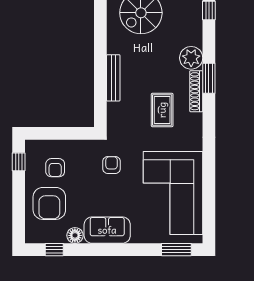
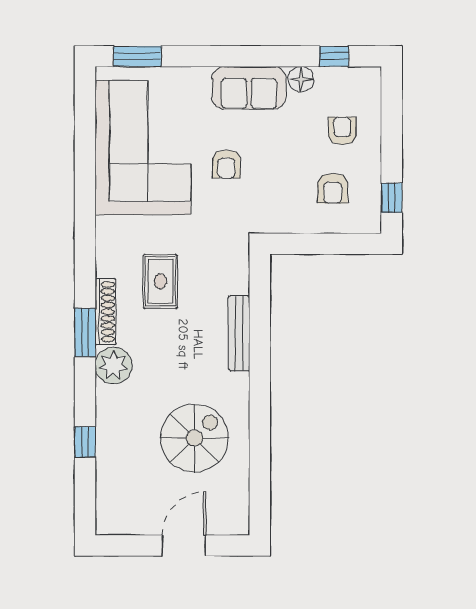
armchair: (112, 165) -> (226, 164), moved
armchair: (55, 168) -> (333, 188), turned 180
armchair: (49, 203) -> (342, 131), width x0.53, depth x0.53

